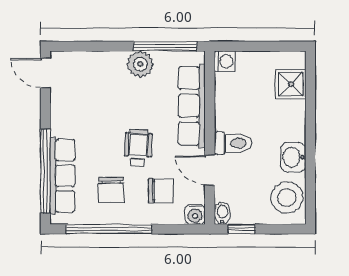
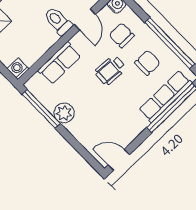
door: (45, 73) -> (119, 160), swing flipped
row of seats: (192, 106) -> (60, 63), width x0.68

